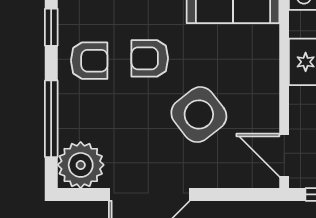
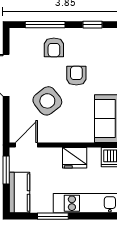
armchair: (89, 61) -> (54, 47), moved
plant: (81, 165) -> (21, 40), removed

